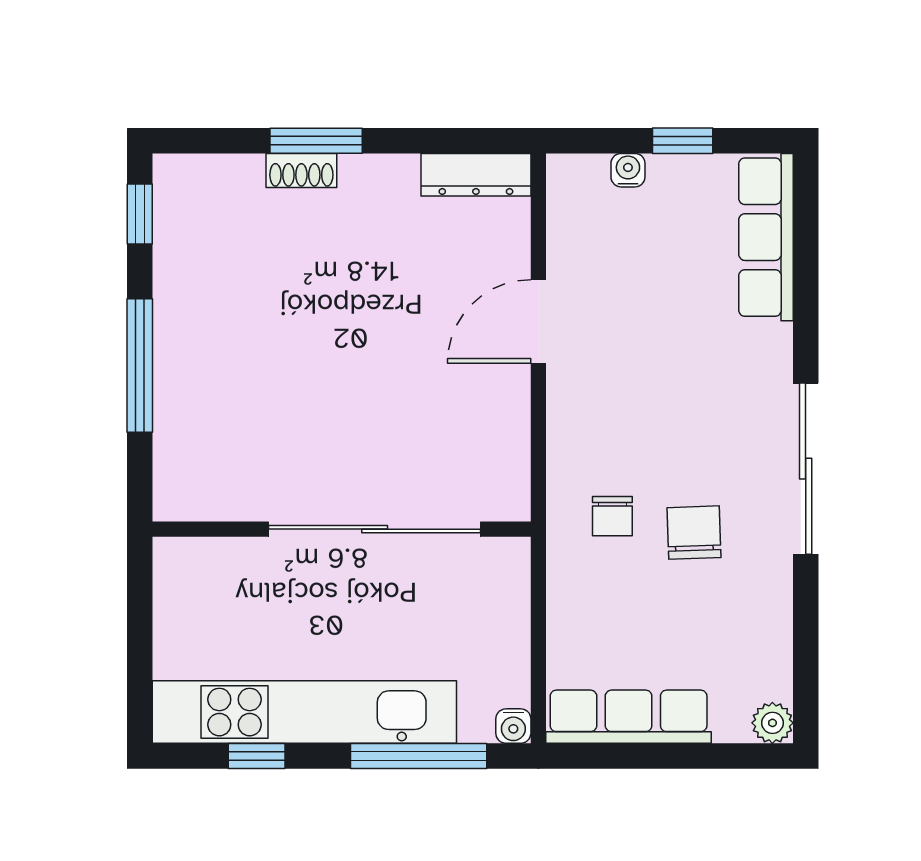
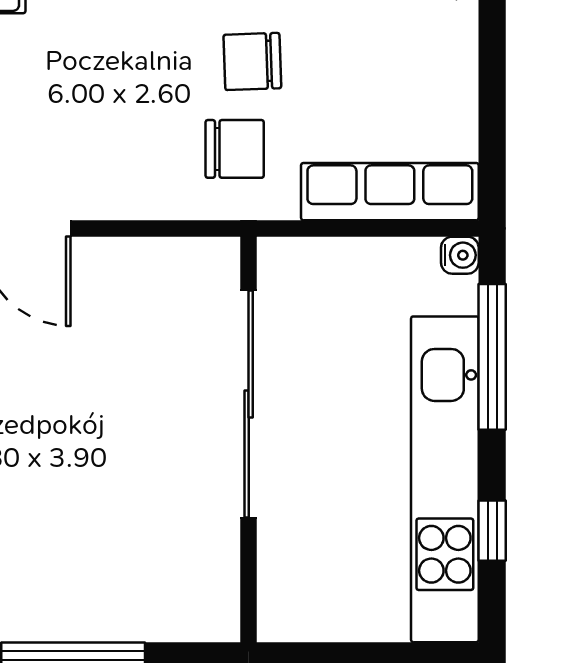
chair: (612, 516) -> (235, 149), width x1.37, depth x1.37
row of seats: (629, 717) -> (390, 192), moved, turned 90

